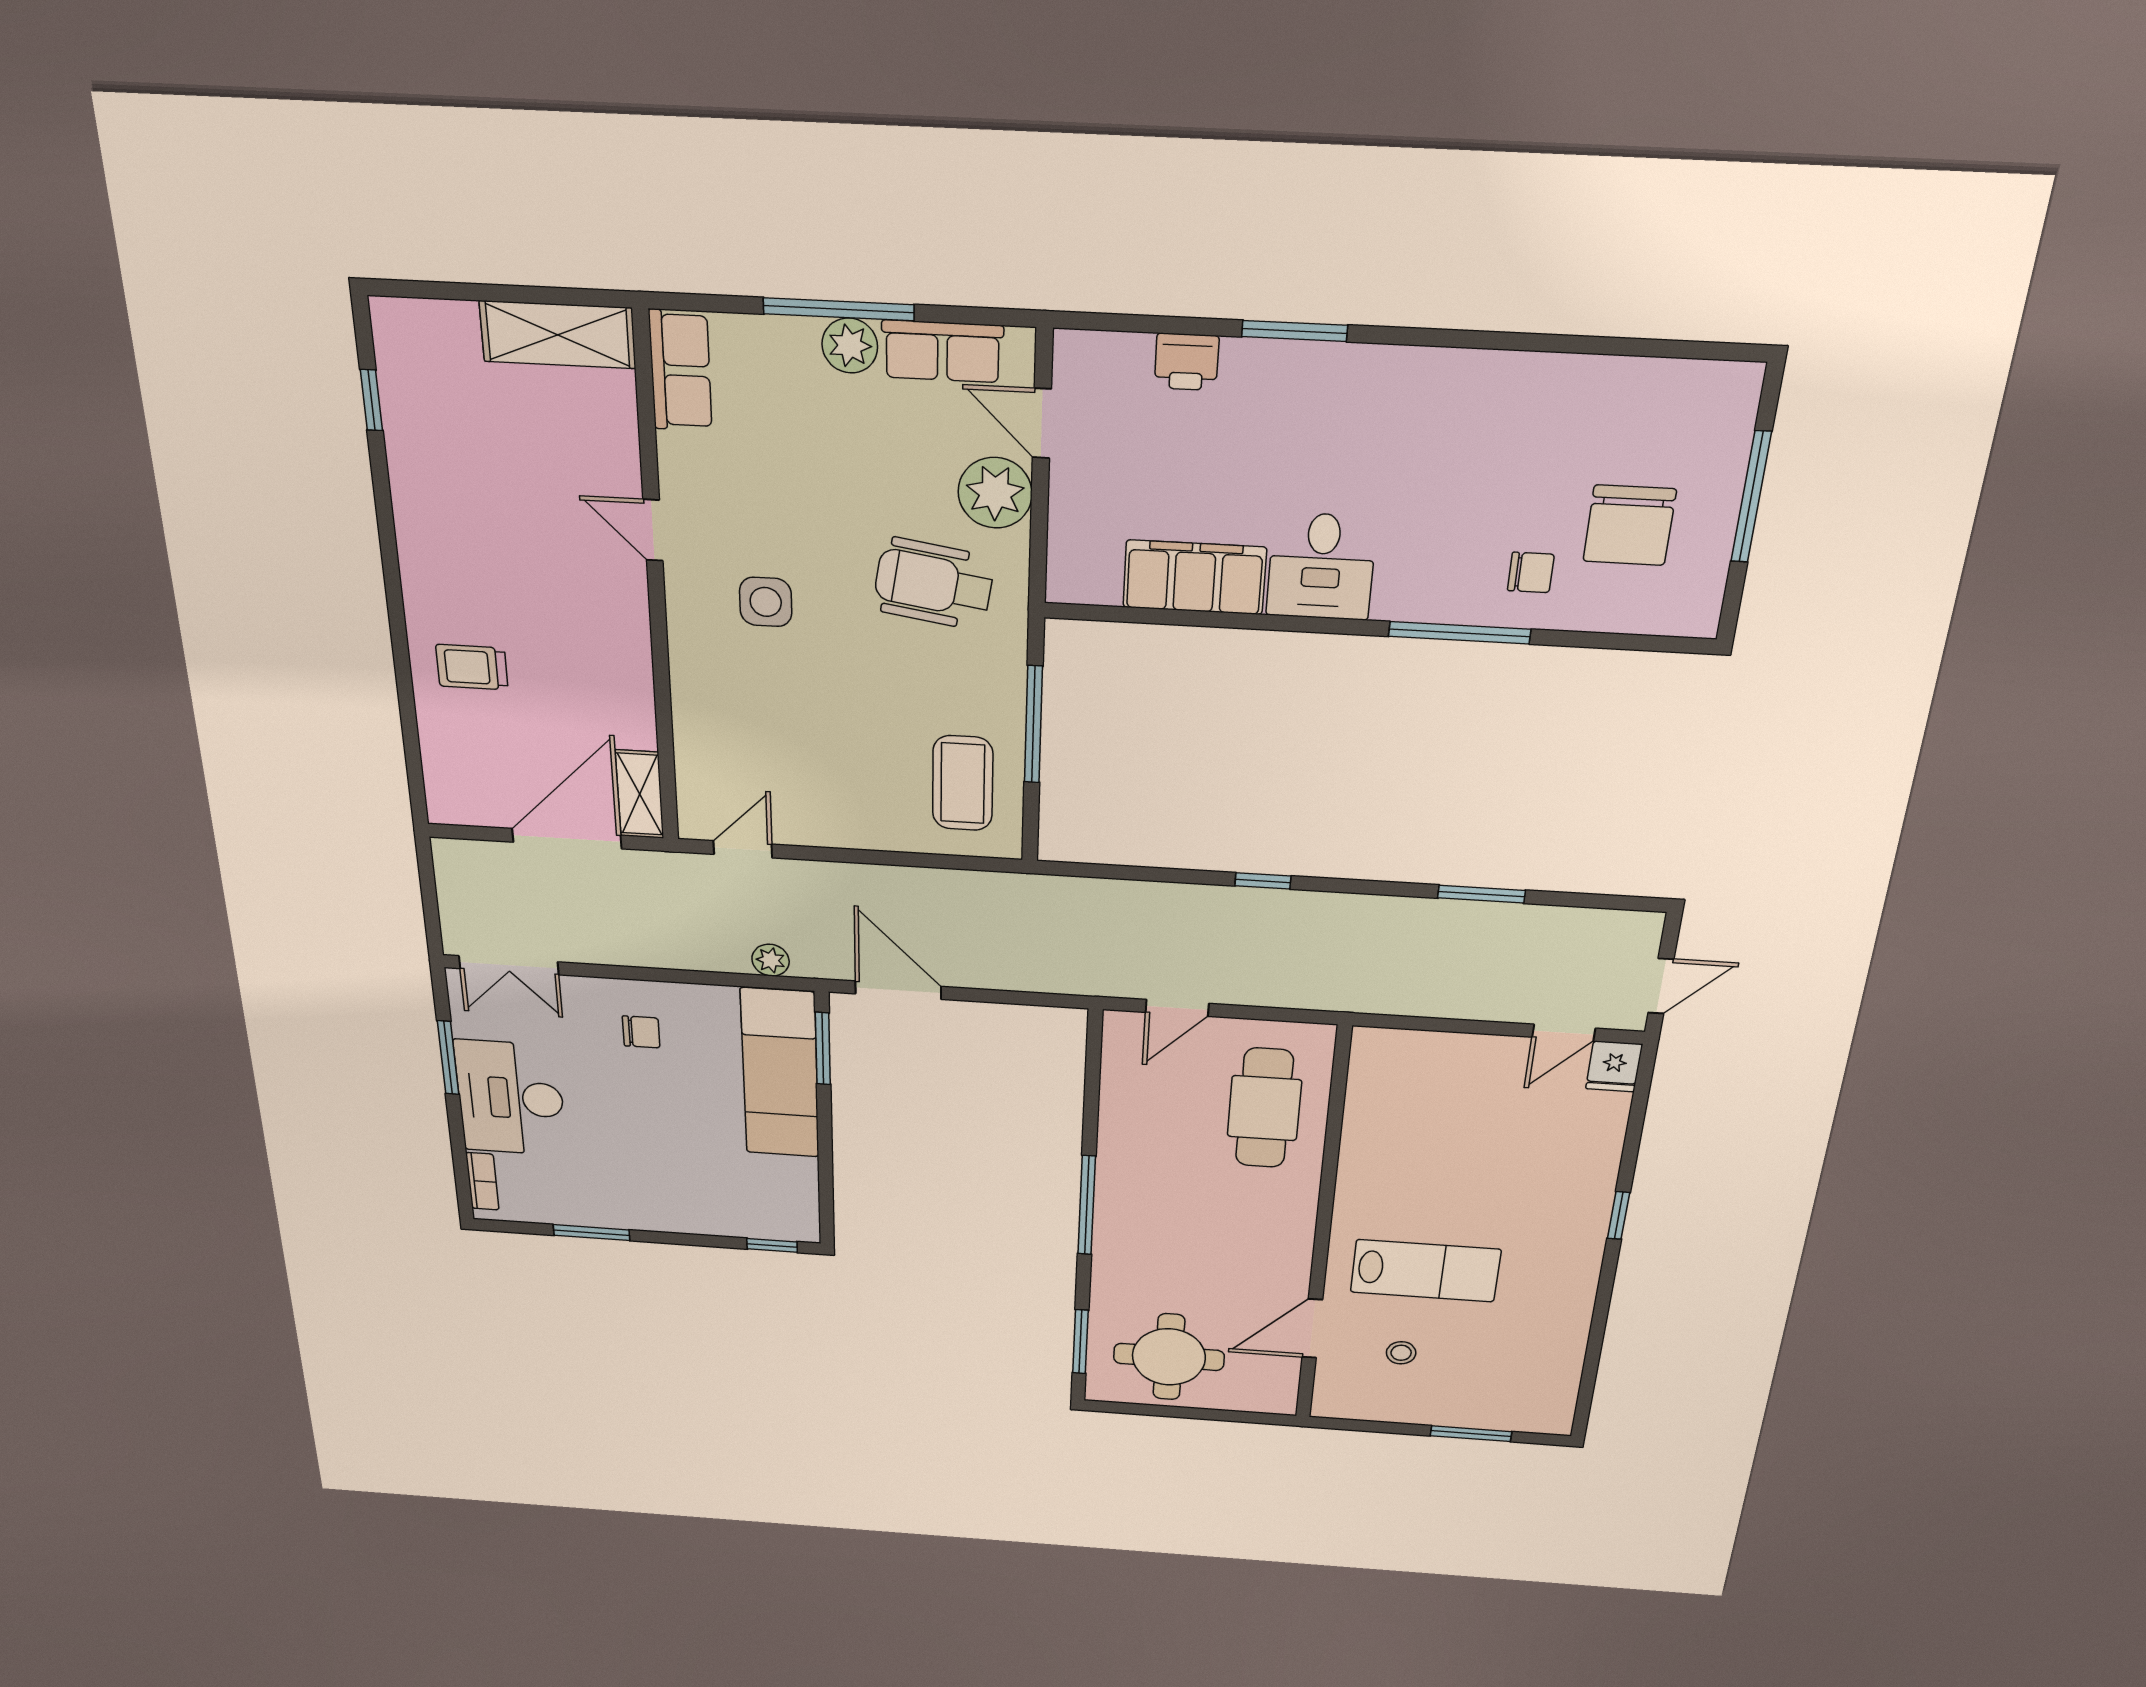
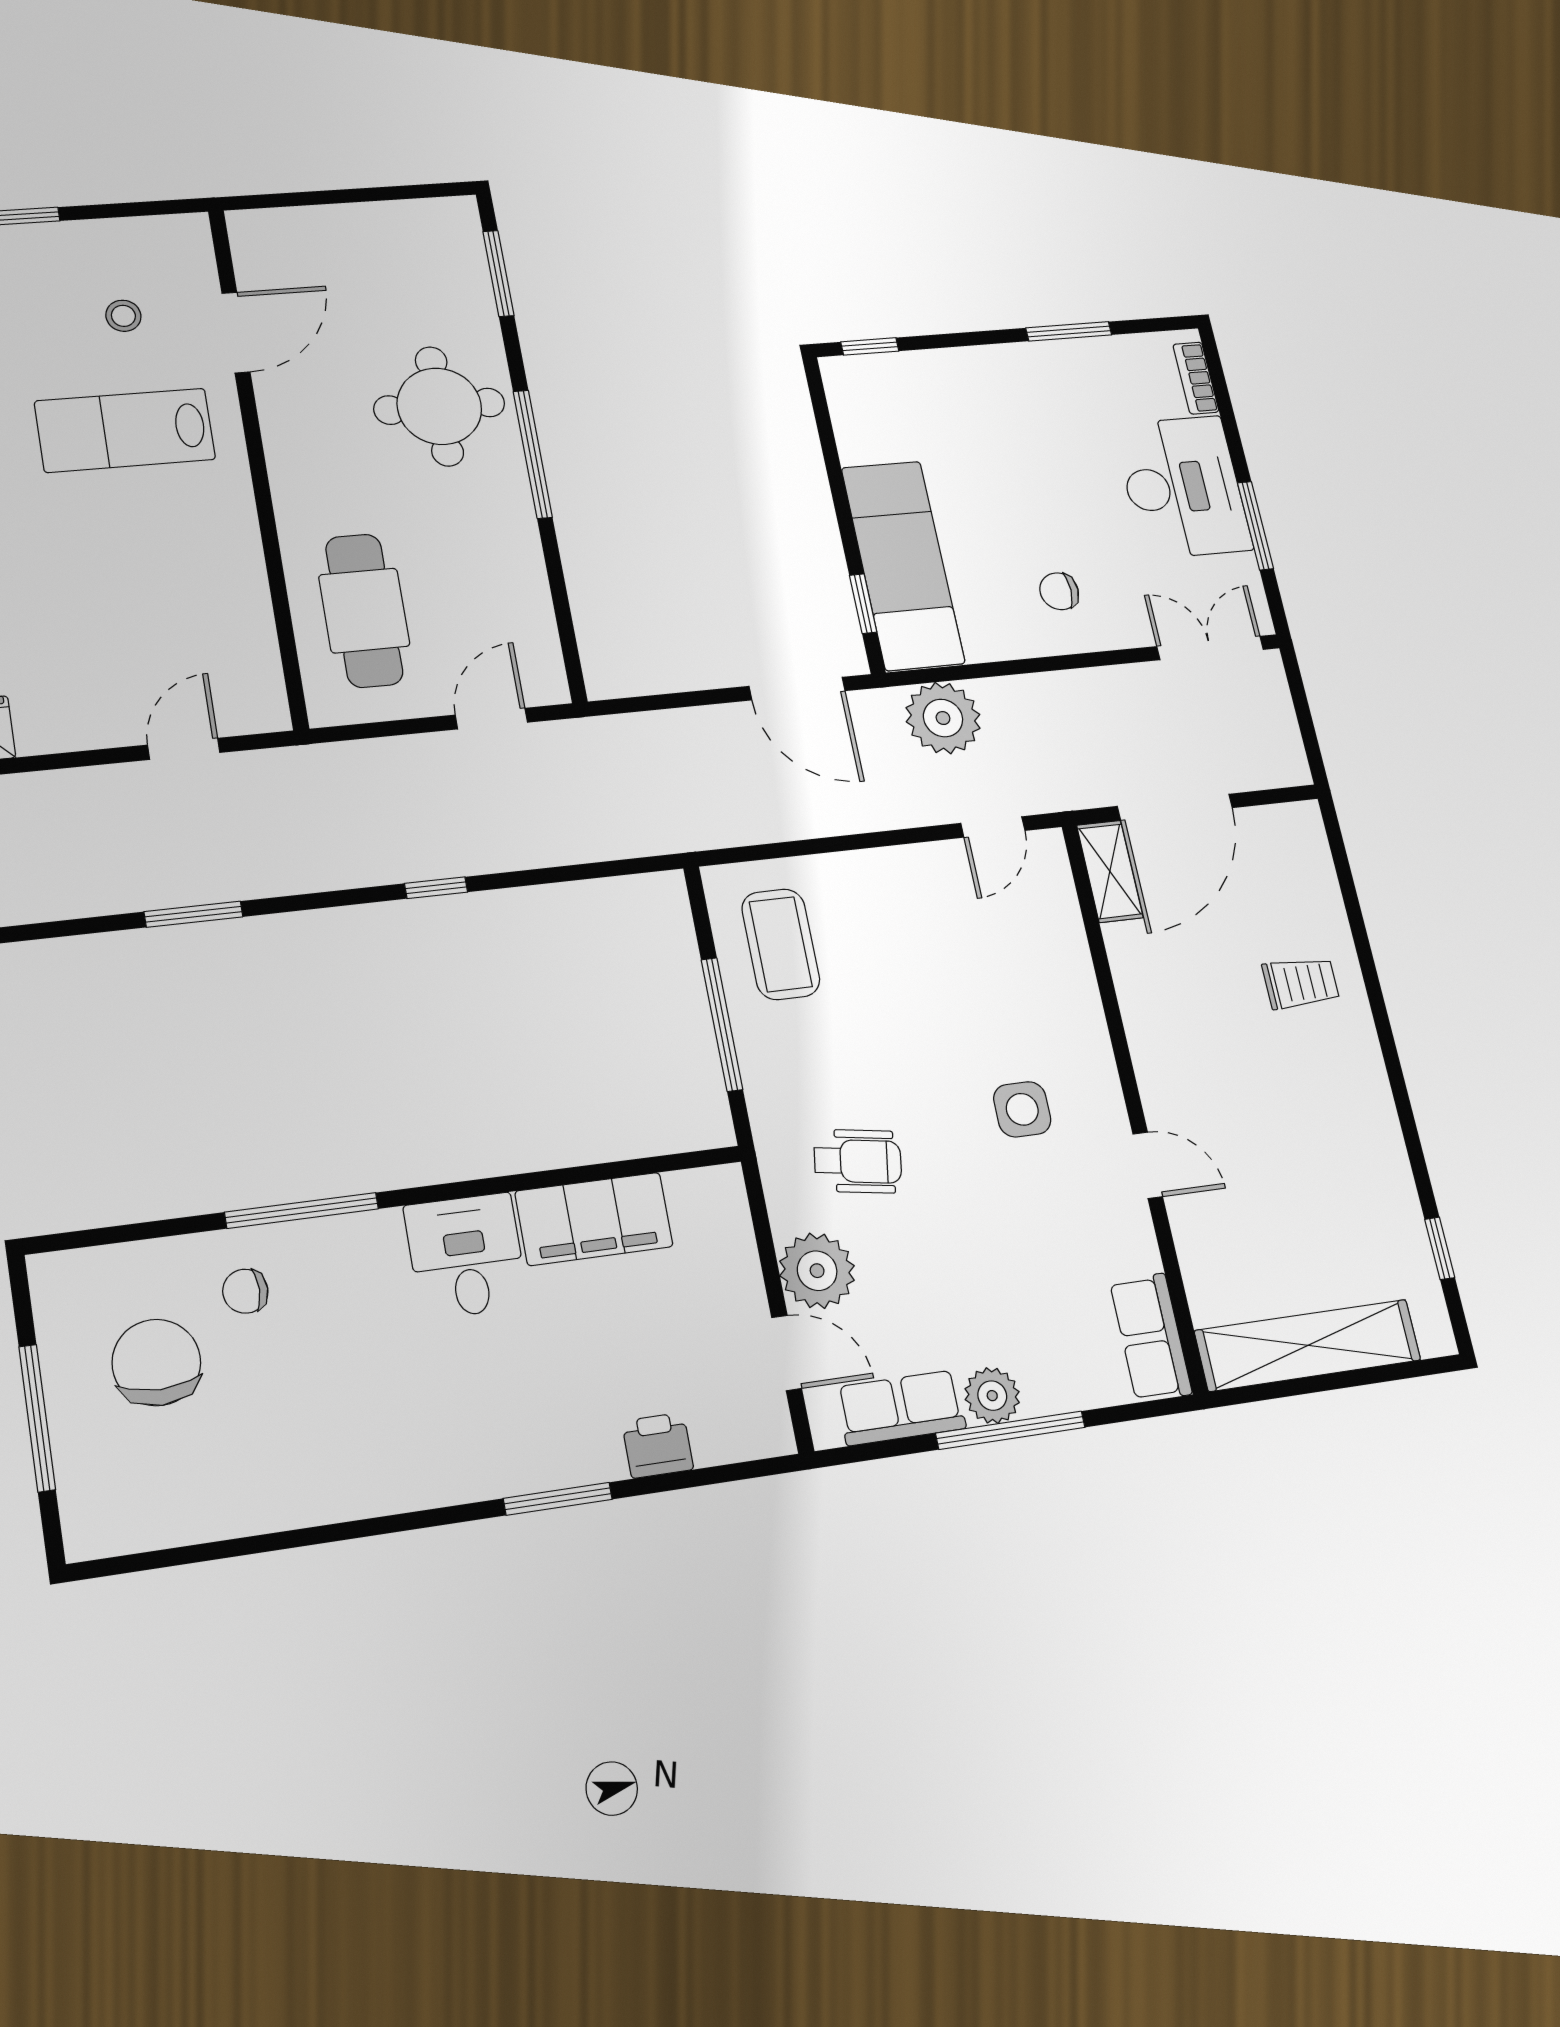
shelving: (558, 335) -> (1308, 1345), width x1.47
wheelchair: (934, 584) -> (858, 1161), width x0.73, depth x0.73
plant: (771, 960) -> (943, 718), width x1.88, depth x1.88
door: (1564, 1033) -> (184, 749), moved
window: (823, 1049) -> (863, 604), width x0.67
round table: (1169, 1357) -> (439, 406), moved

